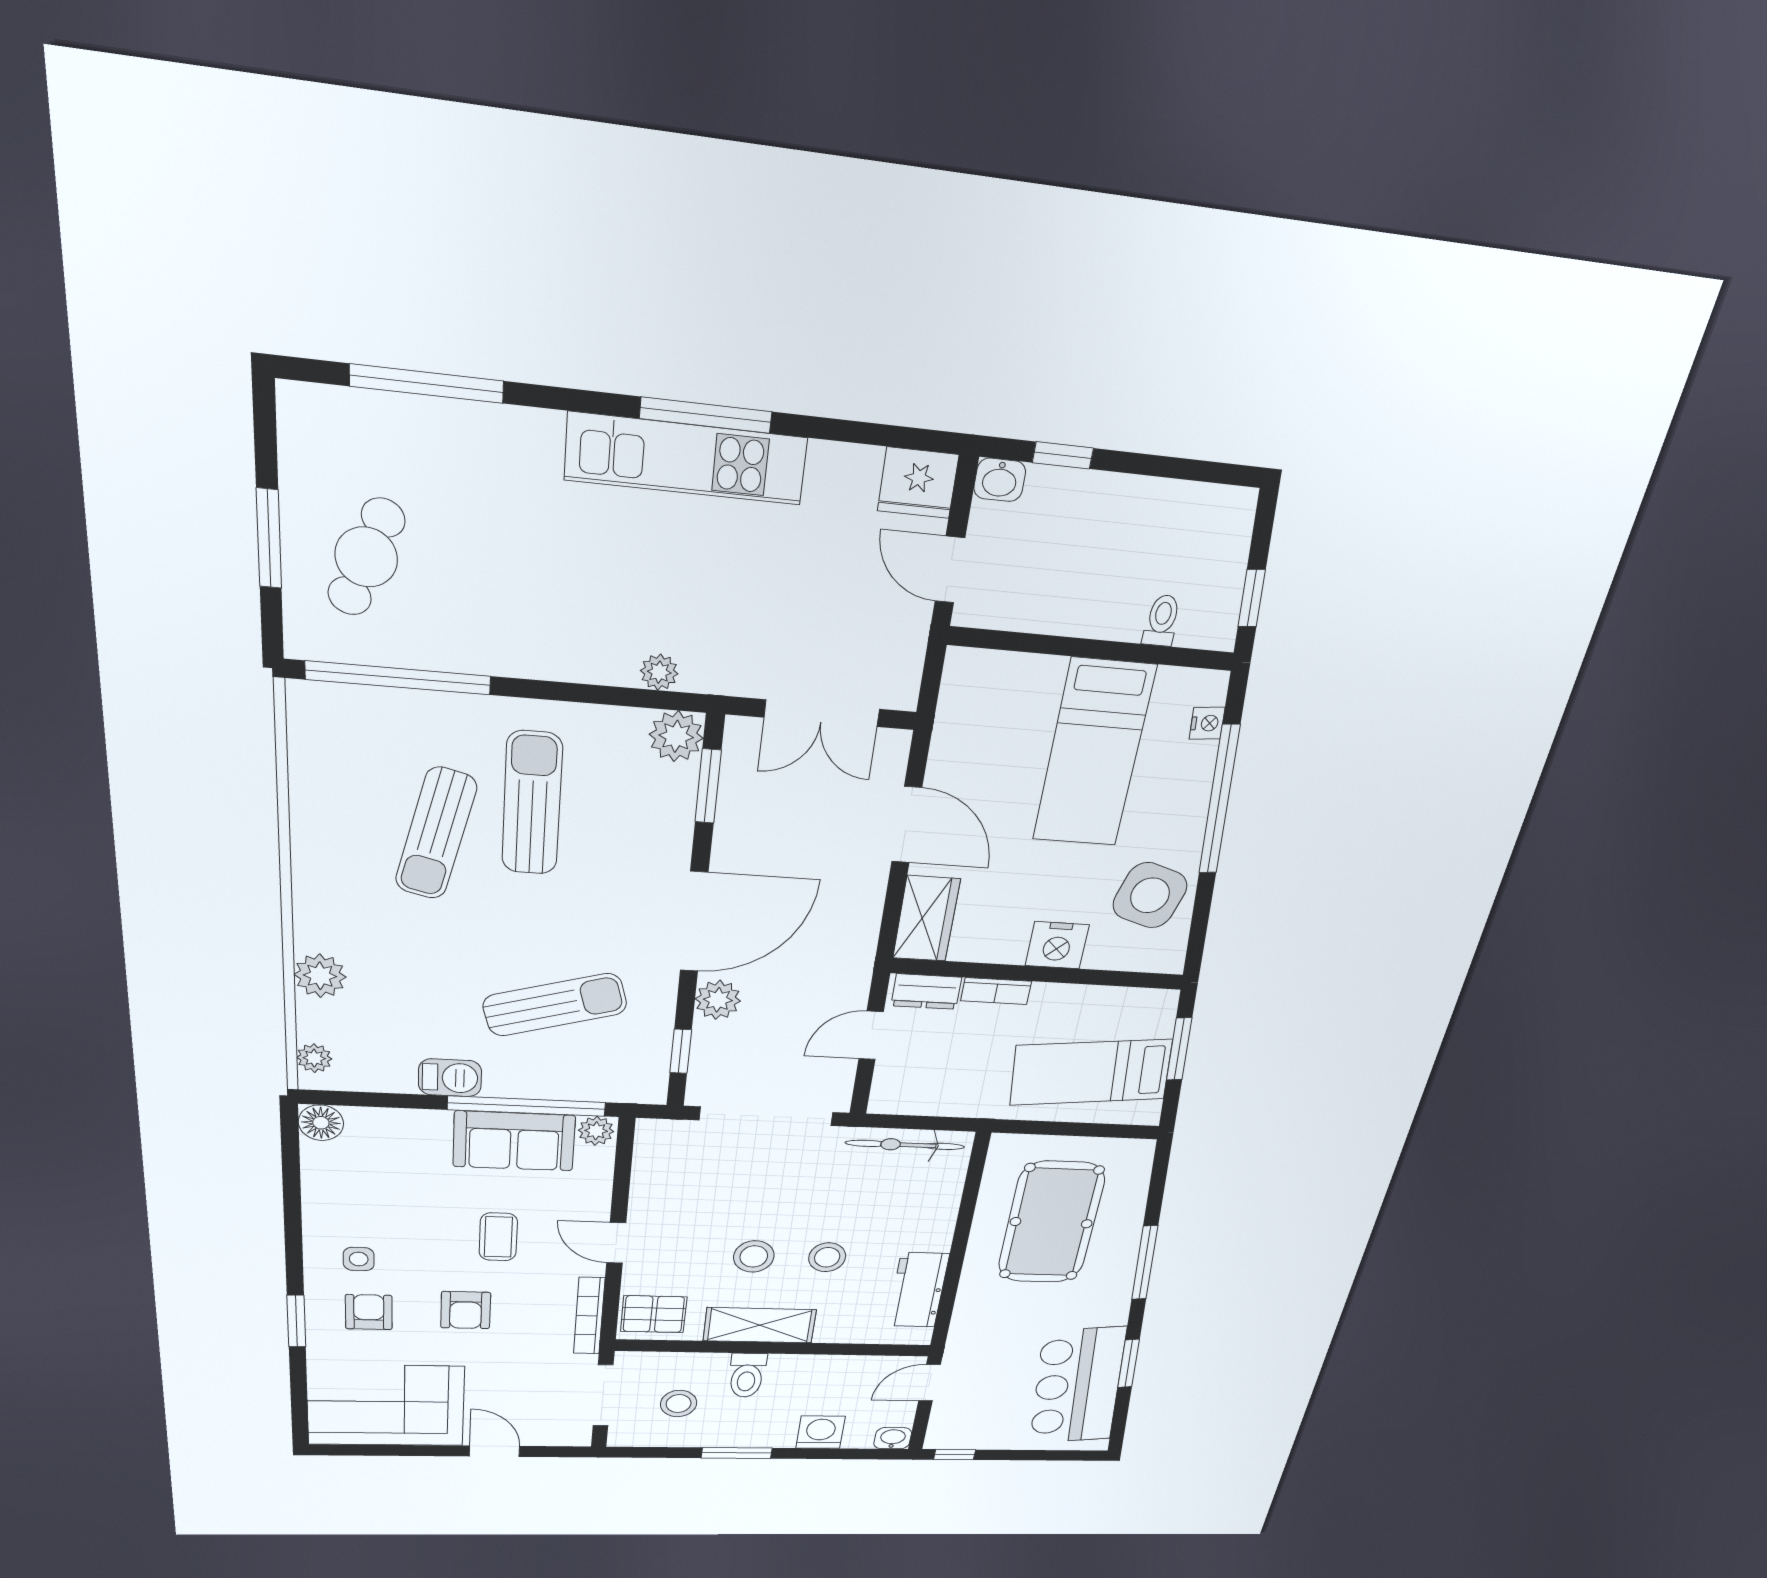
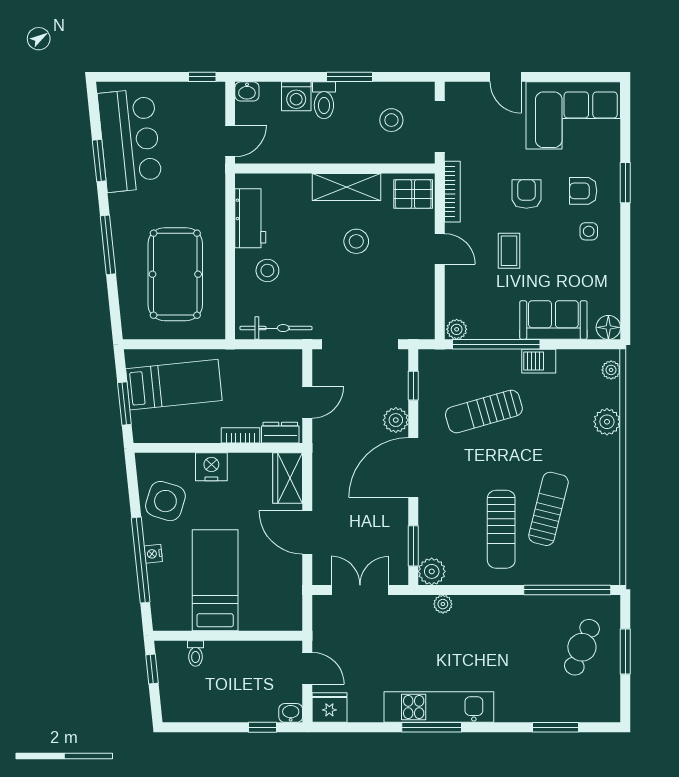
window: (427, 384) -> (556, 727), width x0.69
nightstand: (1207, 723) -> (153, 554), moved
sofa: (514, 1141) -> (553, 320), moved
stool: (827, 1257) -> (267, 270), moved
armchair: (369, 1312) -> (583, 191), turned 90
toilet: (747, 1375) -> (324, 100), moved, turned 180

